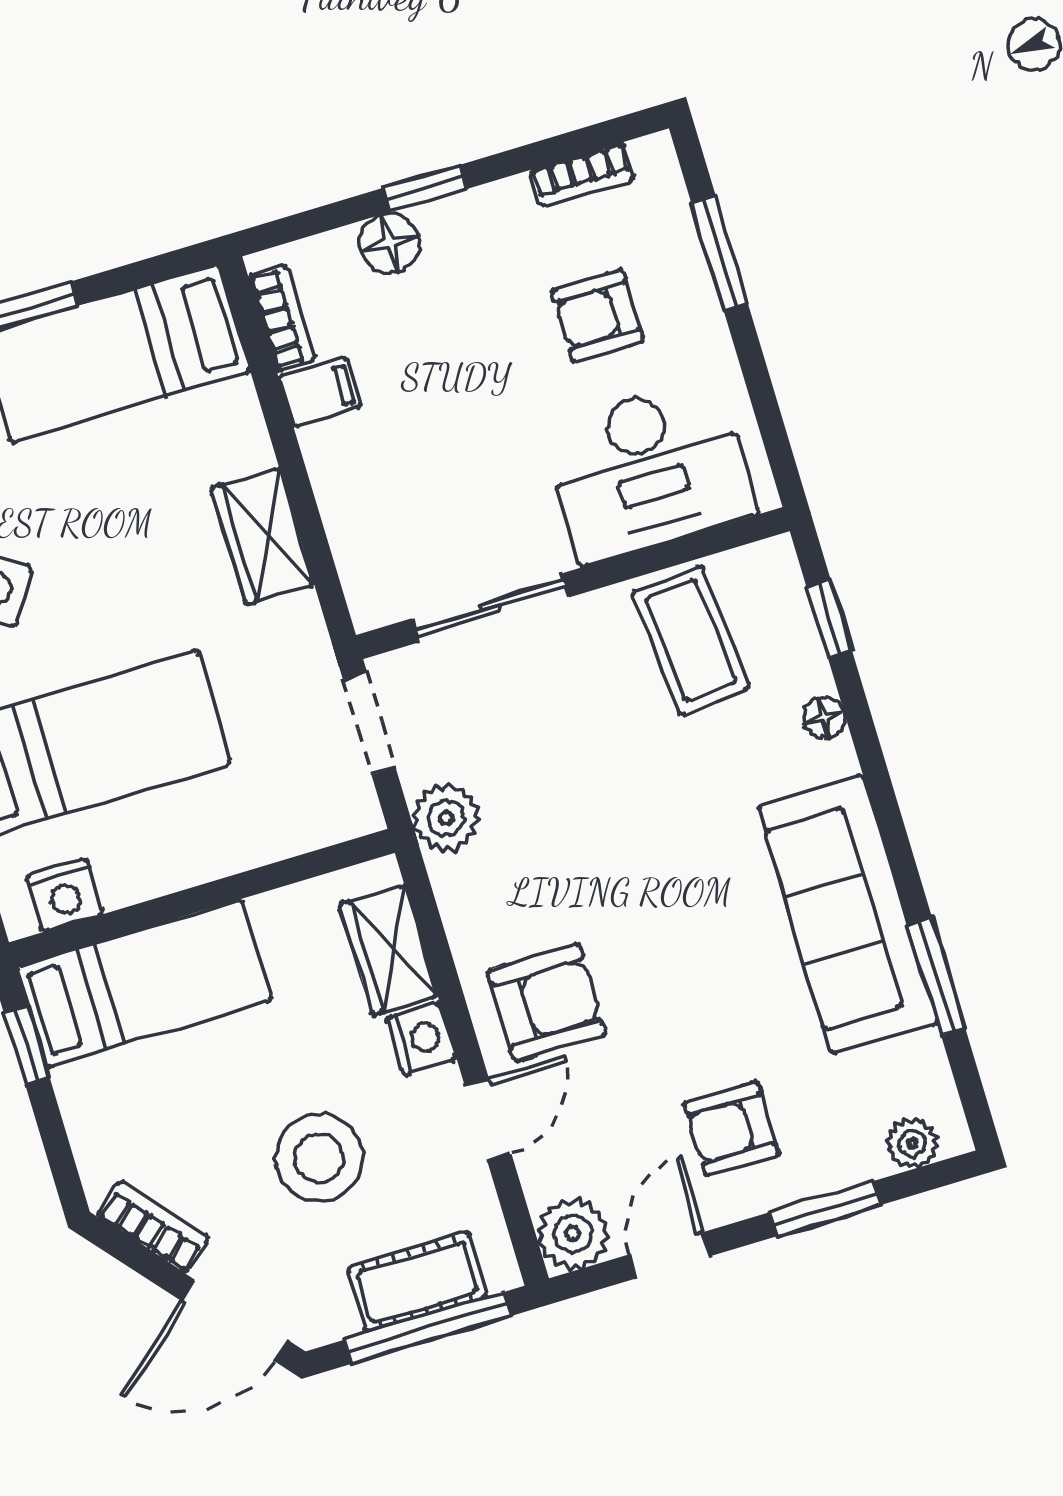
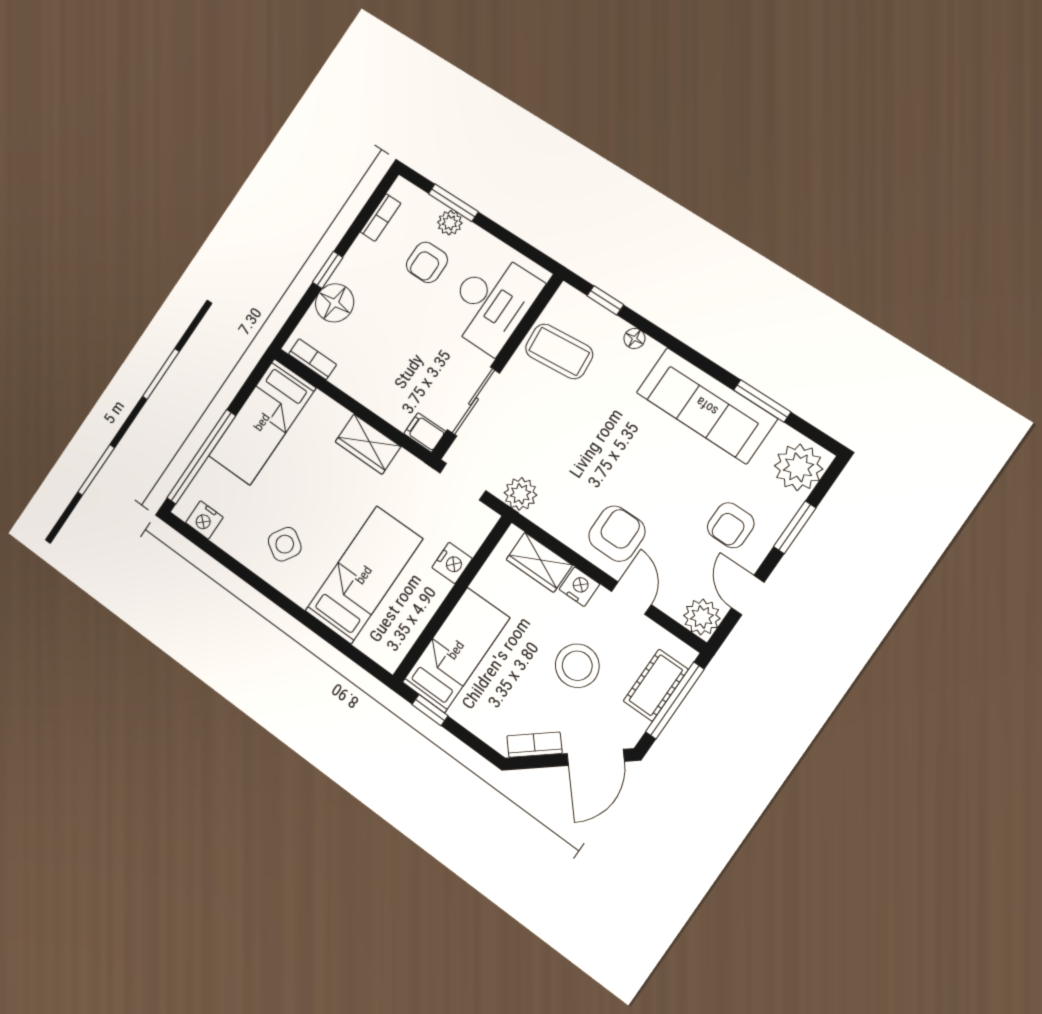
floor lamp: (390, 243) -> (335, 303), width x1.38, depth x1.38
plant: (687, 281) -> (450, 223), added
filing cabinet: (320, 392) -> (425, 432), moved, turned -90
nightstand: (64, 895) -> (452, 563), moved
plant: (912, 1143) -> (799, 467), width x1.88, depth x1.88

